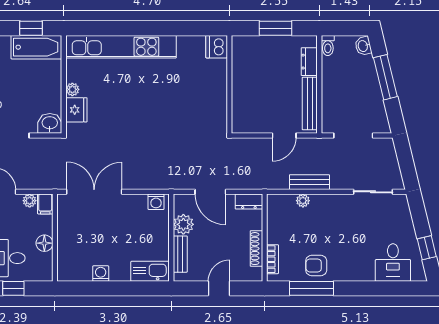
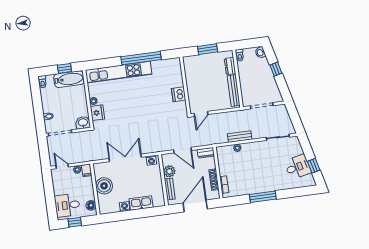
window: (162, 28) -> (141, 58), added
dishwasher: (217, 47) -> (179, 94), moved
window: (385, 77) -> (276, 69), width x0.46
door: (284, 135) -> (201, 114), moved
double door: (94, 192) -> (125, 158), moved
boiler: (71, 234) -> (104, 186), added
floor lamp: (44, 243) -> (91, 205), moved
desk: (393, 262) -> (298, 167), moved, turned -104
armchair: (316, 265) -> (250, 185), removed
kitchen sink: (150, 271) -> (141, 203), moved
door: (219, 288) -> (195, 206), width x1.88
window: (311, 288) -> (263, 197), moved

